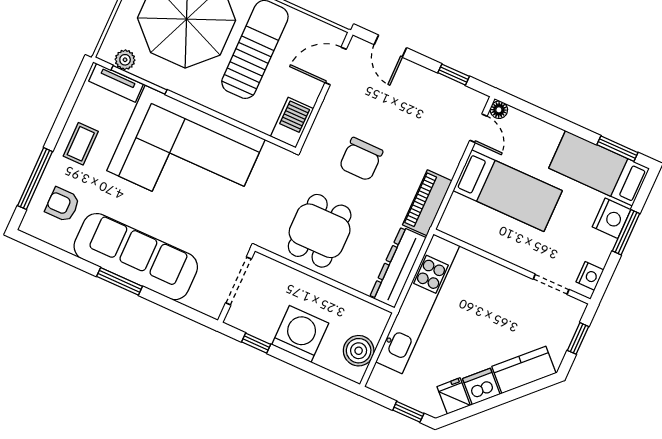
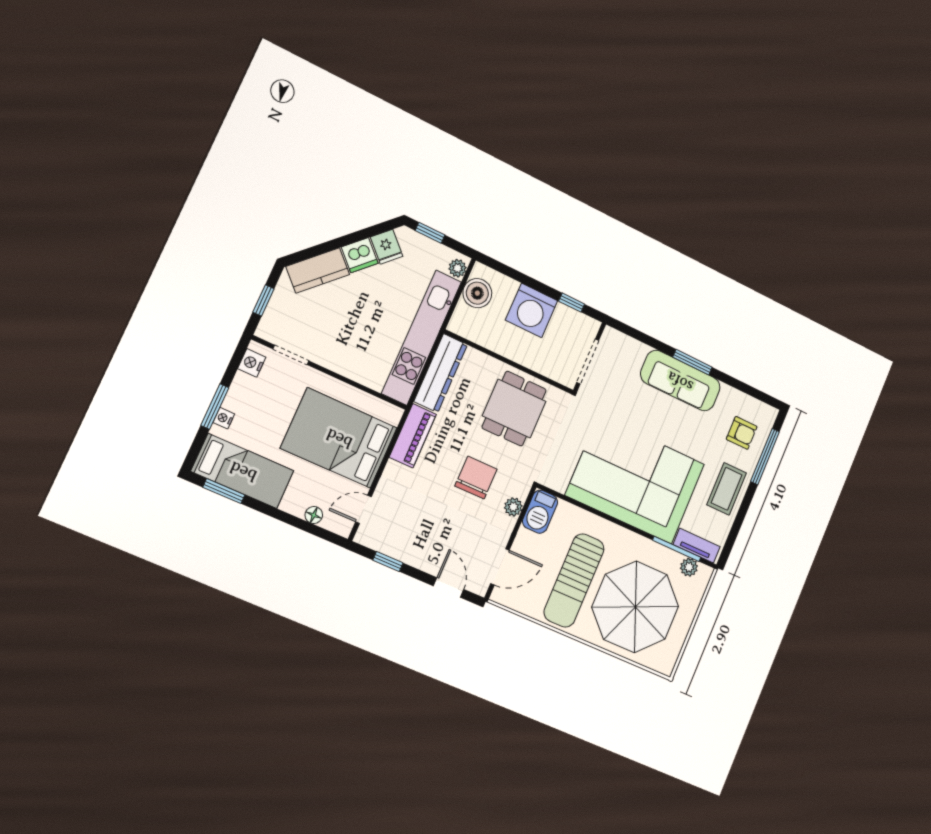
floor lamp: (499, 110) -> (314, 515), moved
plant: (321, 128) -> (513, 507), added
door: (478, 128) -> (364, 509), hinge flipped
coffee table: (81, 144) -> (727, 489), width x1.36, depth x1.30
bed: (508, 191) -> (339, 438), width x1.50
nightstand: (612, 218) -> (224, 418), width x0.53, depth x0.56
sofa: (136, 257) -> (680, 381), width x0.74, depth x0.79
plant: (380, 376) -> (458, 268), added

